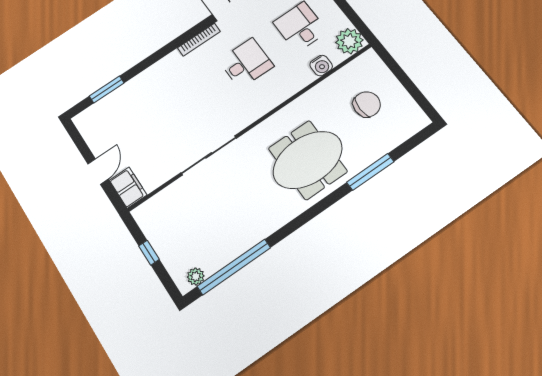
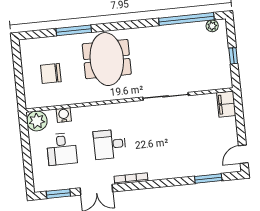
meeting table: (308, 160) -> (107, 59), turned 90
door: (98, 172) -> (243, 154), moved

